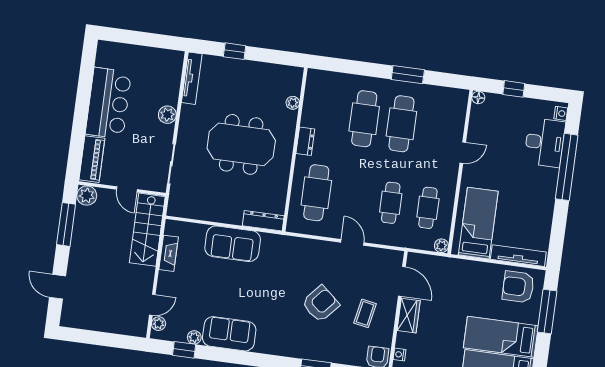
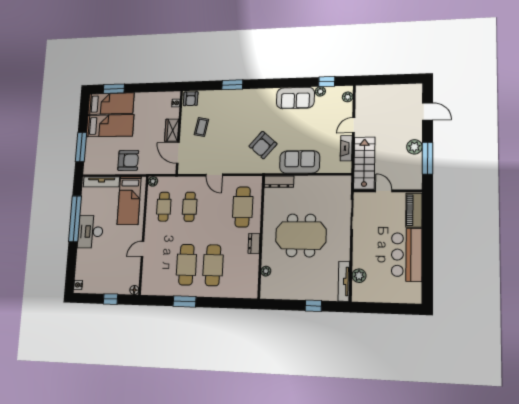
plant: (167, 115) -> (359, 276), moved
desk: (545, 143) -> (90, 232), moved
window: (567, 167) -> (75, 219), moved
plant: (87, 196) -> (414, 147), moved
armchair: (518, 287) -> (128, 160), moved
armchair: (320, 304) -> (263, 145), moved
door: (152, 305) -> (354, 125), moved

